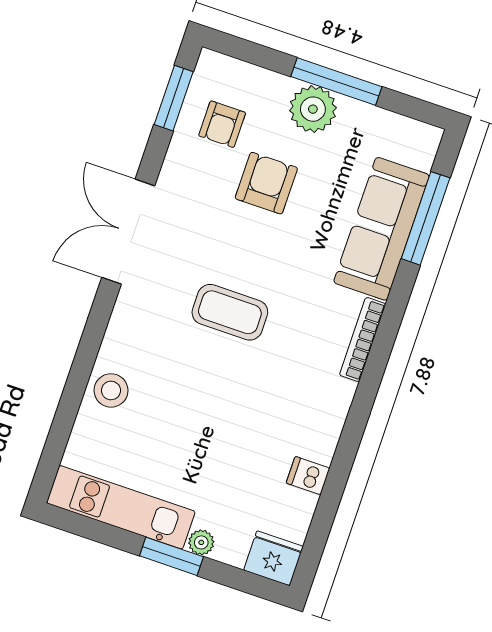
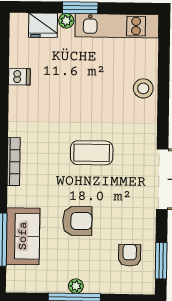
plant: (313, 109) -> (76, 286), width x0.53, depth x0.53
armchair: (266, 183) -> (77, 221), moved, turned -90
sofa: (381, 229) -> (23, 236), width x0.73
fridge: (273, 558) -> (43, 25), moved

